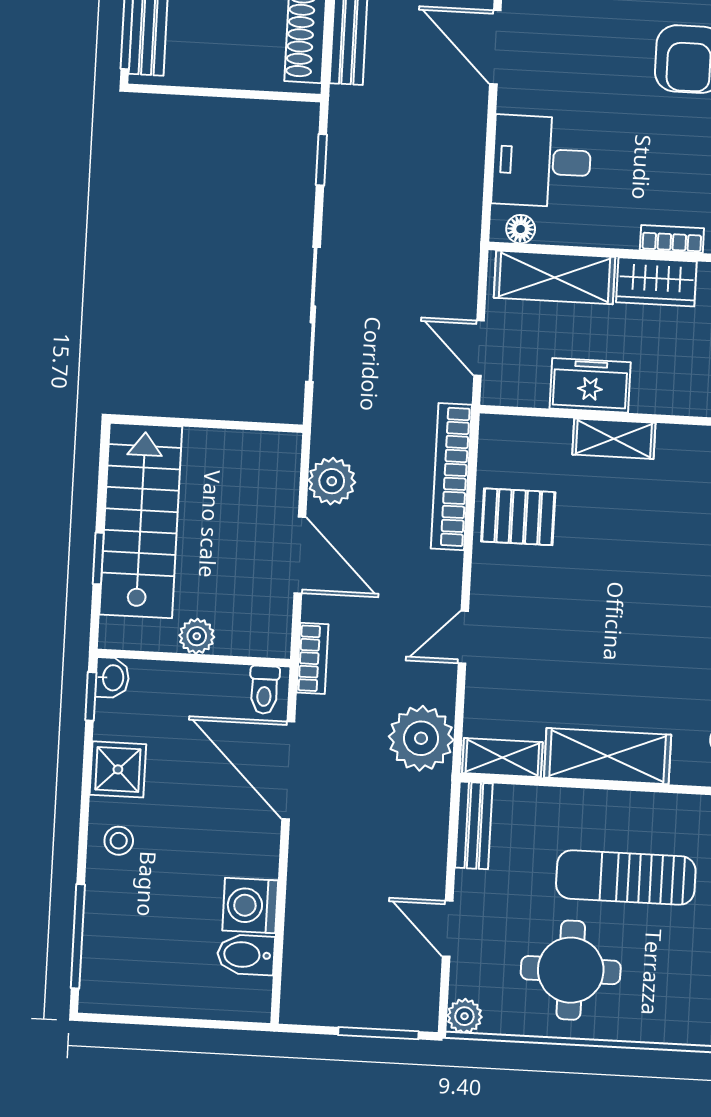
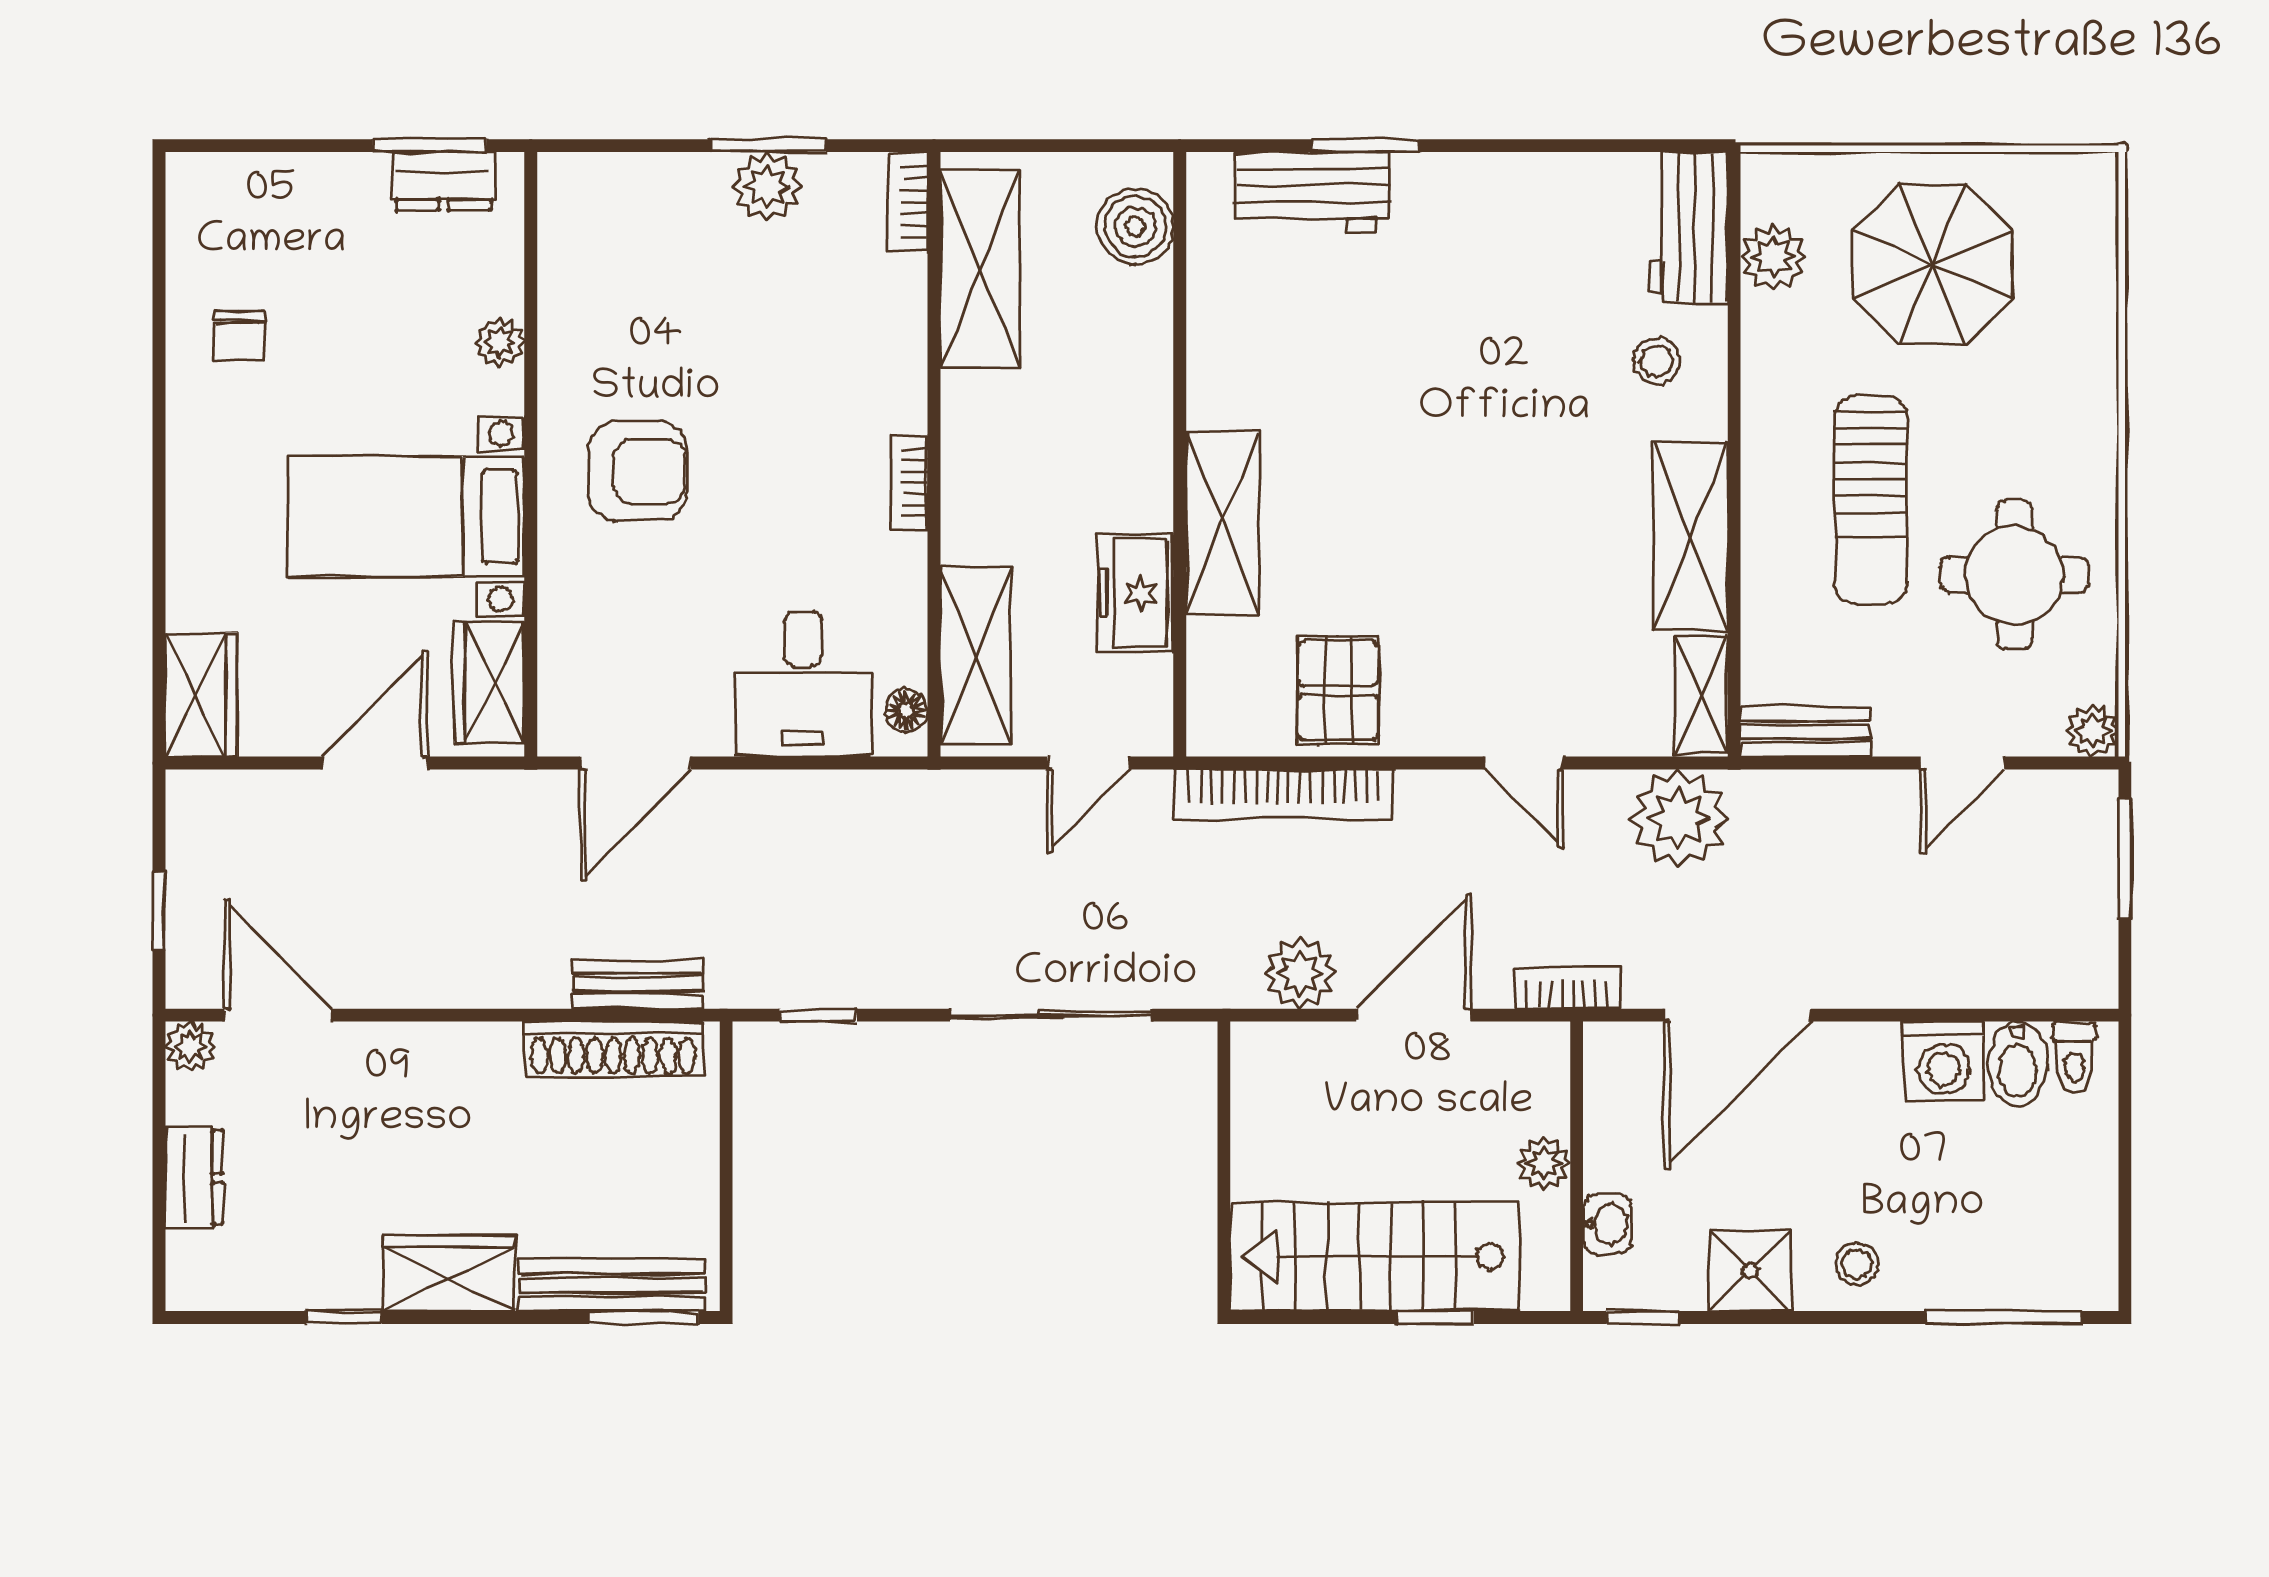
wardrobe: (656, 282) -> (974, 502), removed
shelving: (614, 439) -> (1223, 523), width x1.50, depth x1.33
washbasin: (112, 678) -> (1607, 1224), moved, turned 90
toilet: (264, 690) -> (2074, 1057), moved, turned 90

